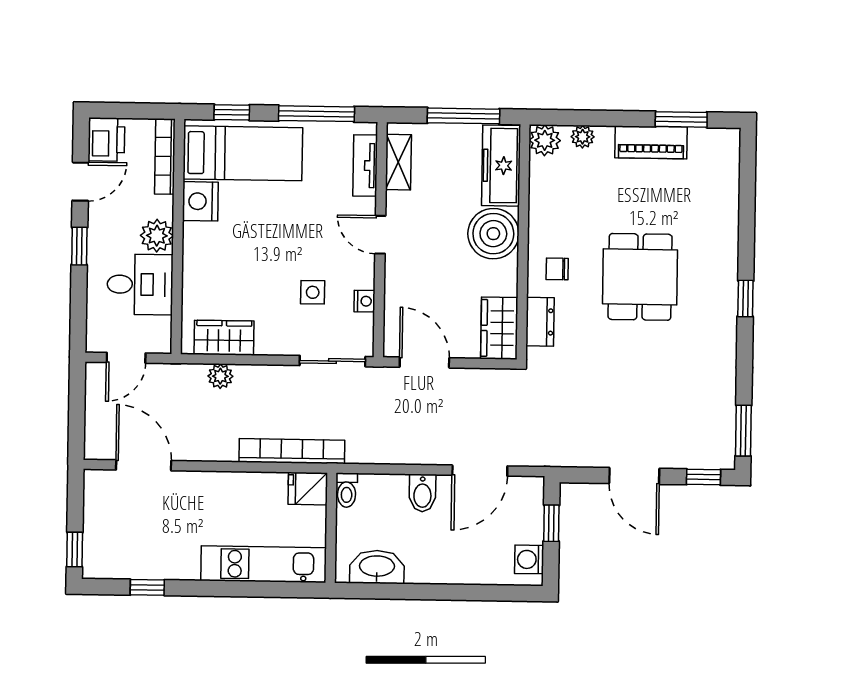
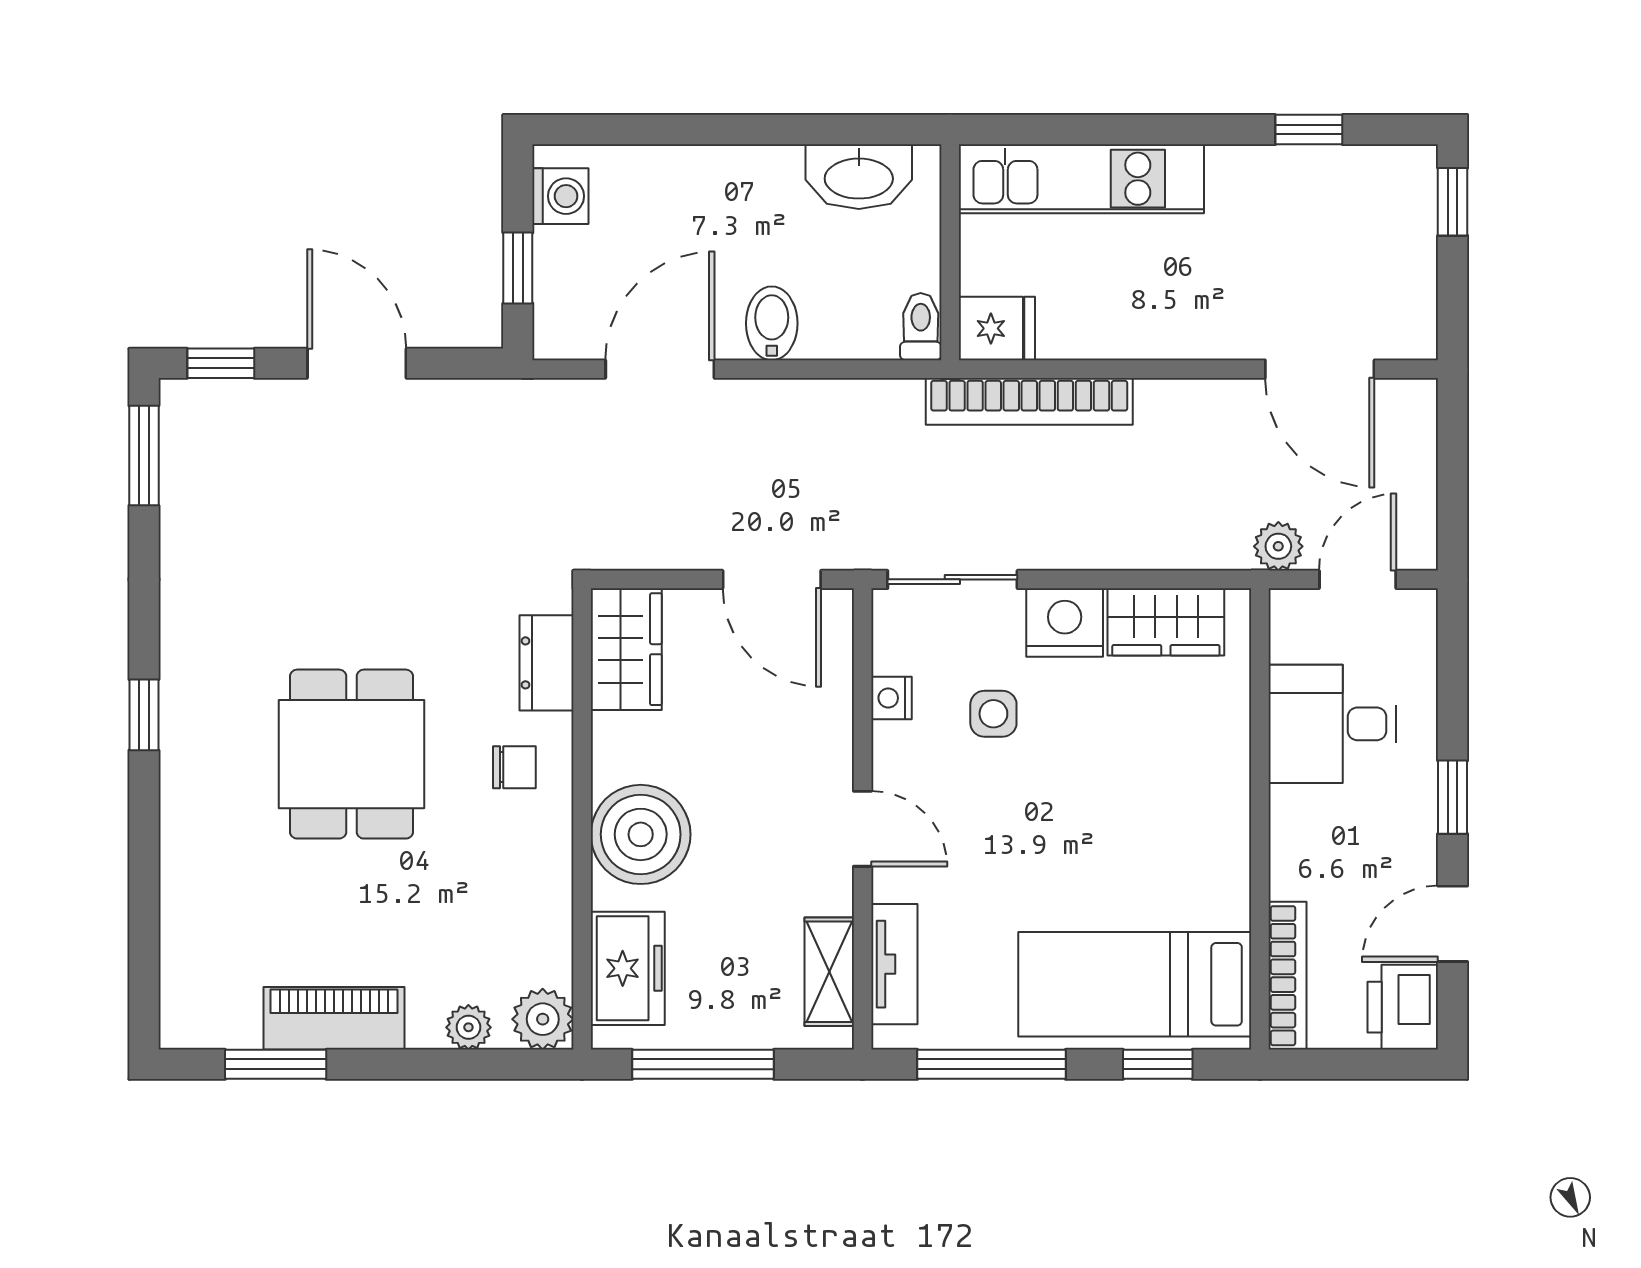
freezer: (501, 166) -> (628, 968), width x0.71
nightstand: (200, 201) -> (1065, 623), moved, turned -90
plant: (157, 236) -> (1301, 820), removed
plant: (220, 376) -> (1278, 546), moved

